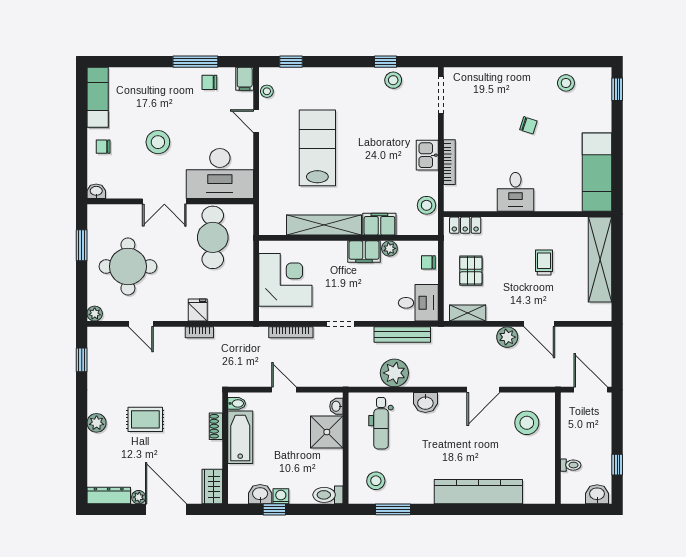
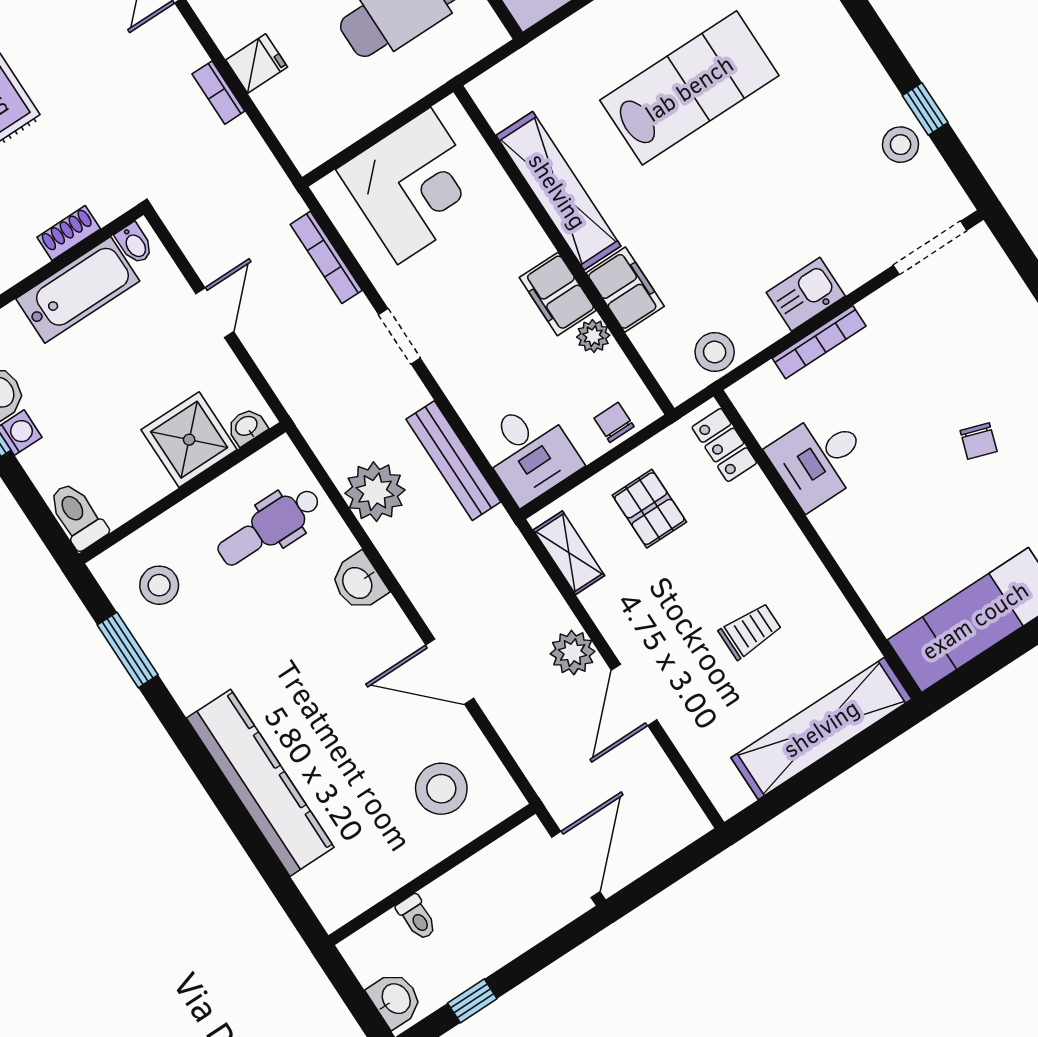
desk: (515, 192) -> (819, 459), moved
pallet: (471, 271) -> (649, 509), turned 90

